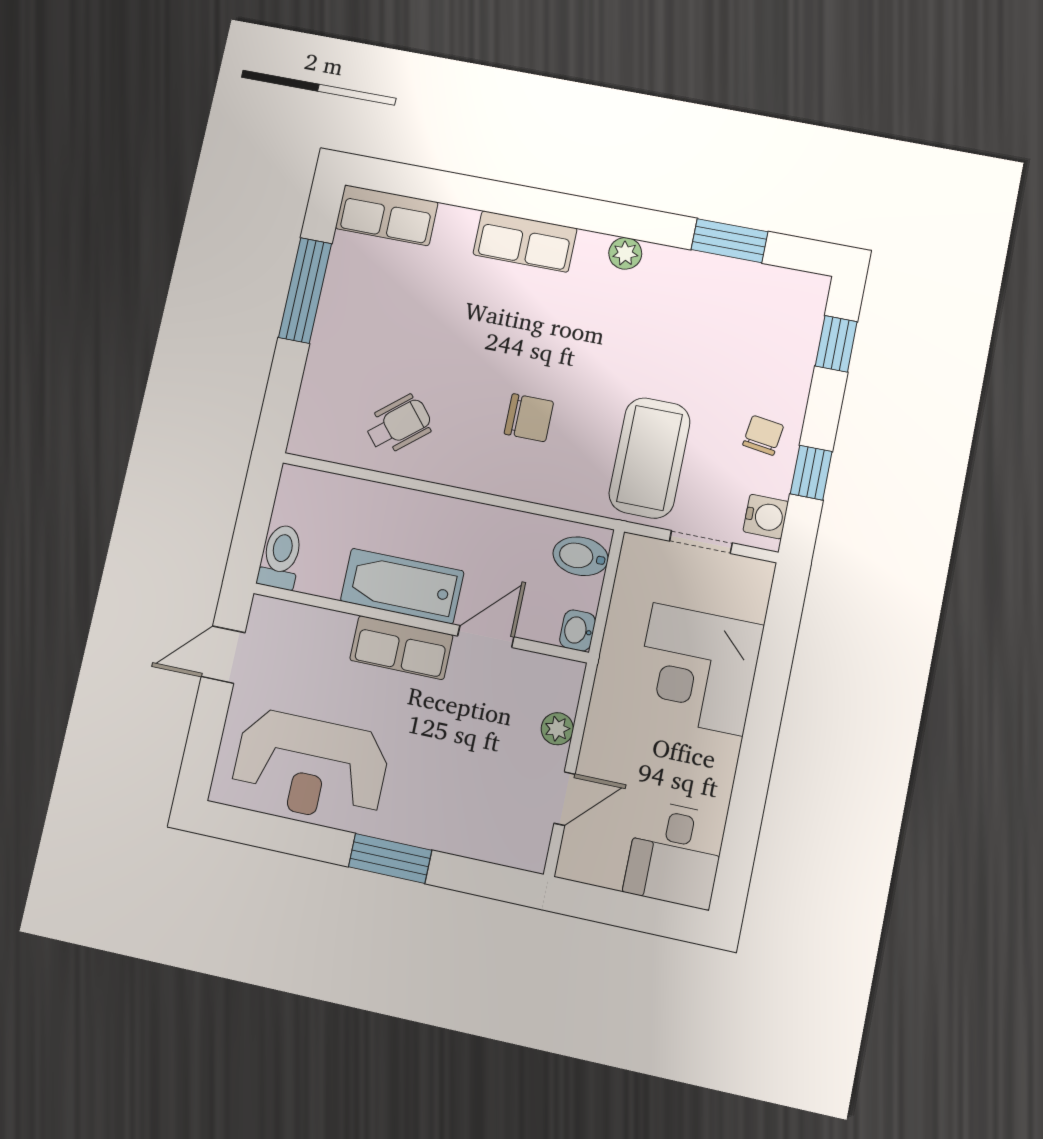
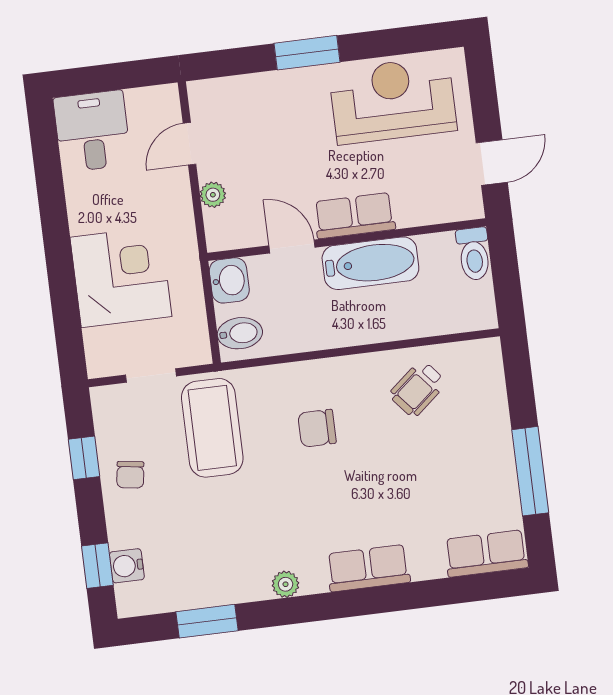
water cooler: (766, 517) -> (127, 566), moved
washbasin: (578, 630) -> (229, 280), width x1.38, depth x1.45
door: (486, 636) -> (292, 246), swing flipped

